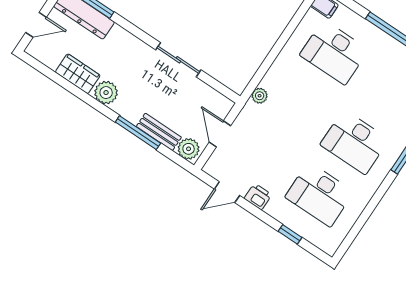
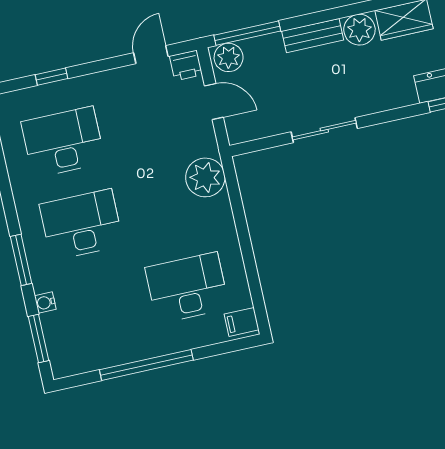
plant: (260, 96) -> (205, 177), width x1.88, depth x1.88
bench: (159, 132) -> (313, 36), moved
window: (138, 133) -> (247, 33), moved
printer: (258, 197) -> (186, 65), moved

